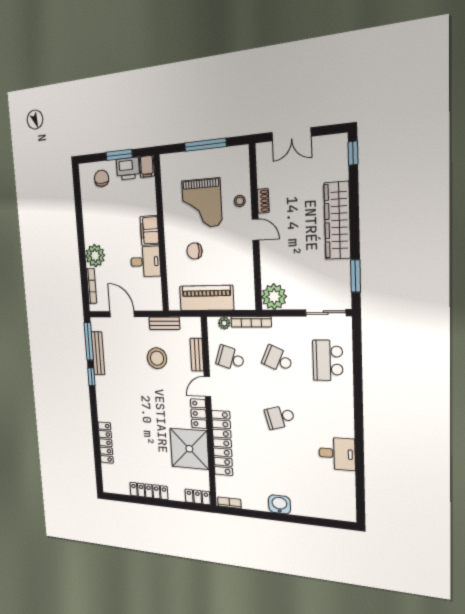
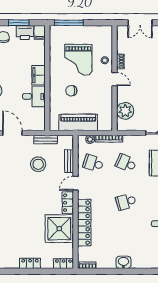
window: (205, 145) -> (69, 23), moved
plant: (274, 297) -> (125, 111), moved
locker: (149, 491) -> (30, 263), width x0.66

